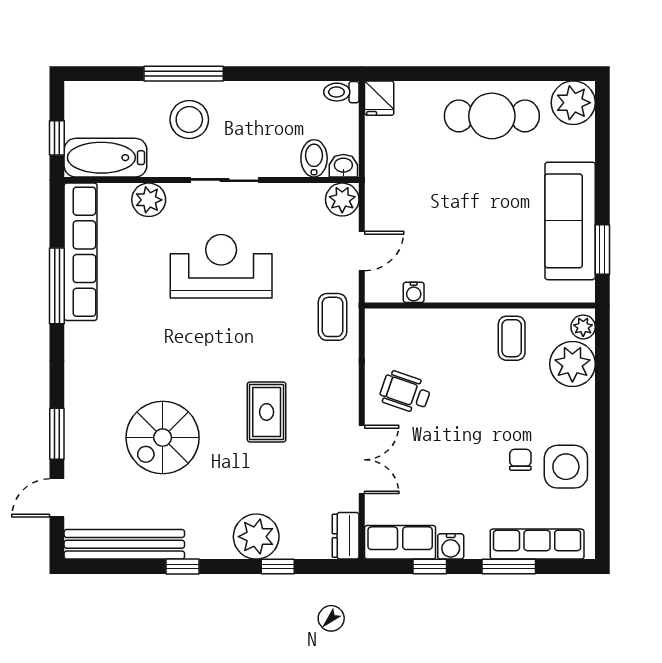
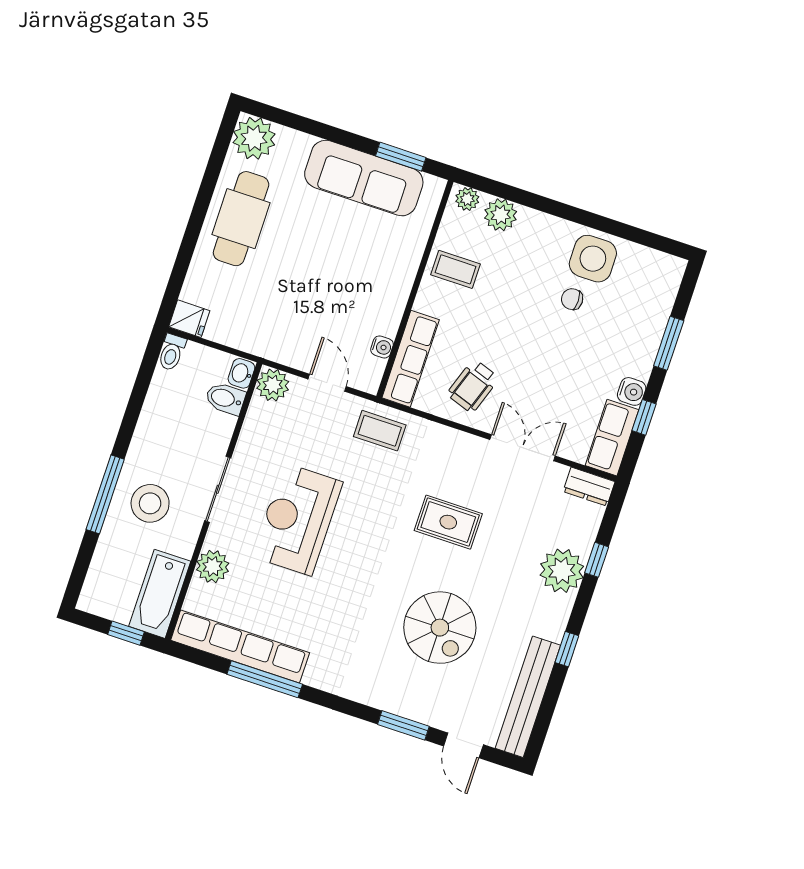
plant: (572, 364) -> (501, 215), width x0.73, depth x0.73
row of seats: (537, 544) -> (411, 359), moved, turned 180

